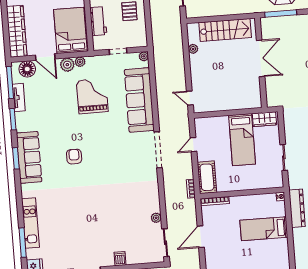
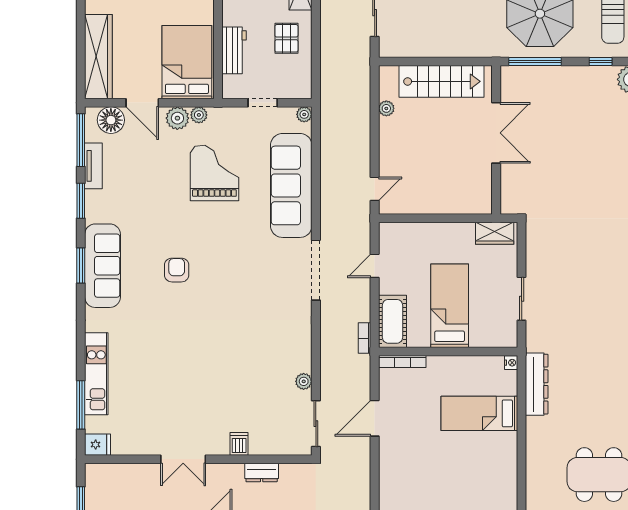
door: (190, 98) -> (375, 189), swing flipped
bed: (242, 140) -> (450, 306), moved, turned 180

